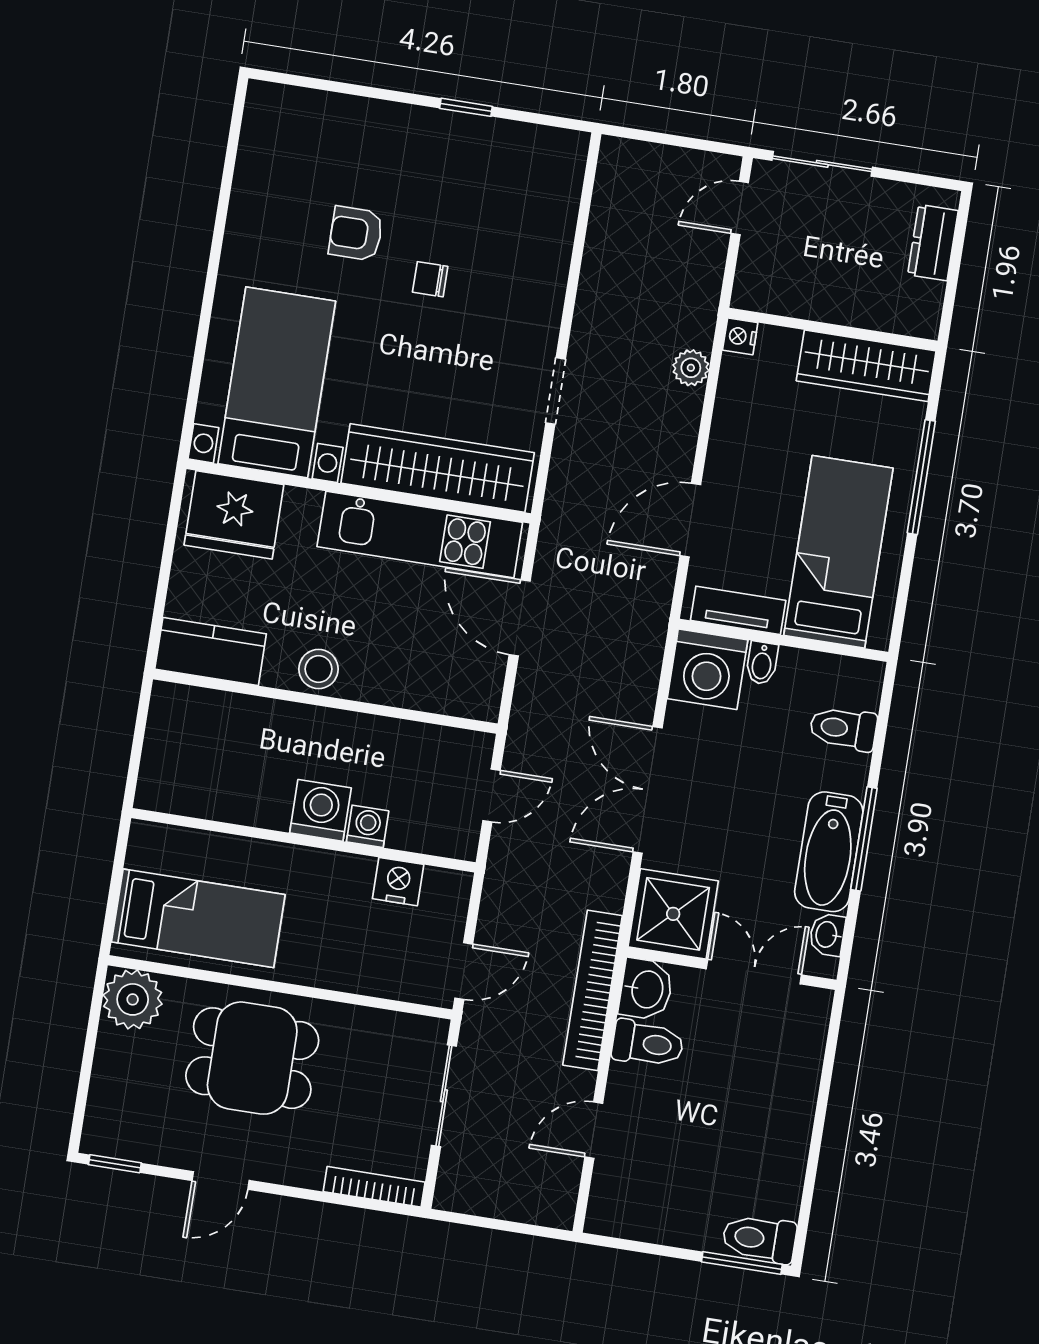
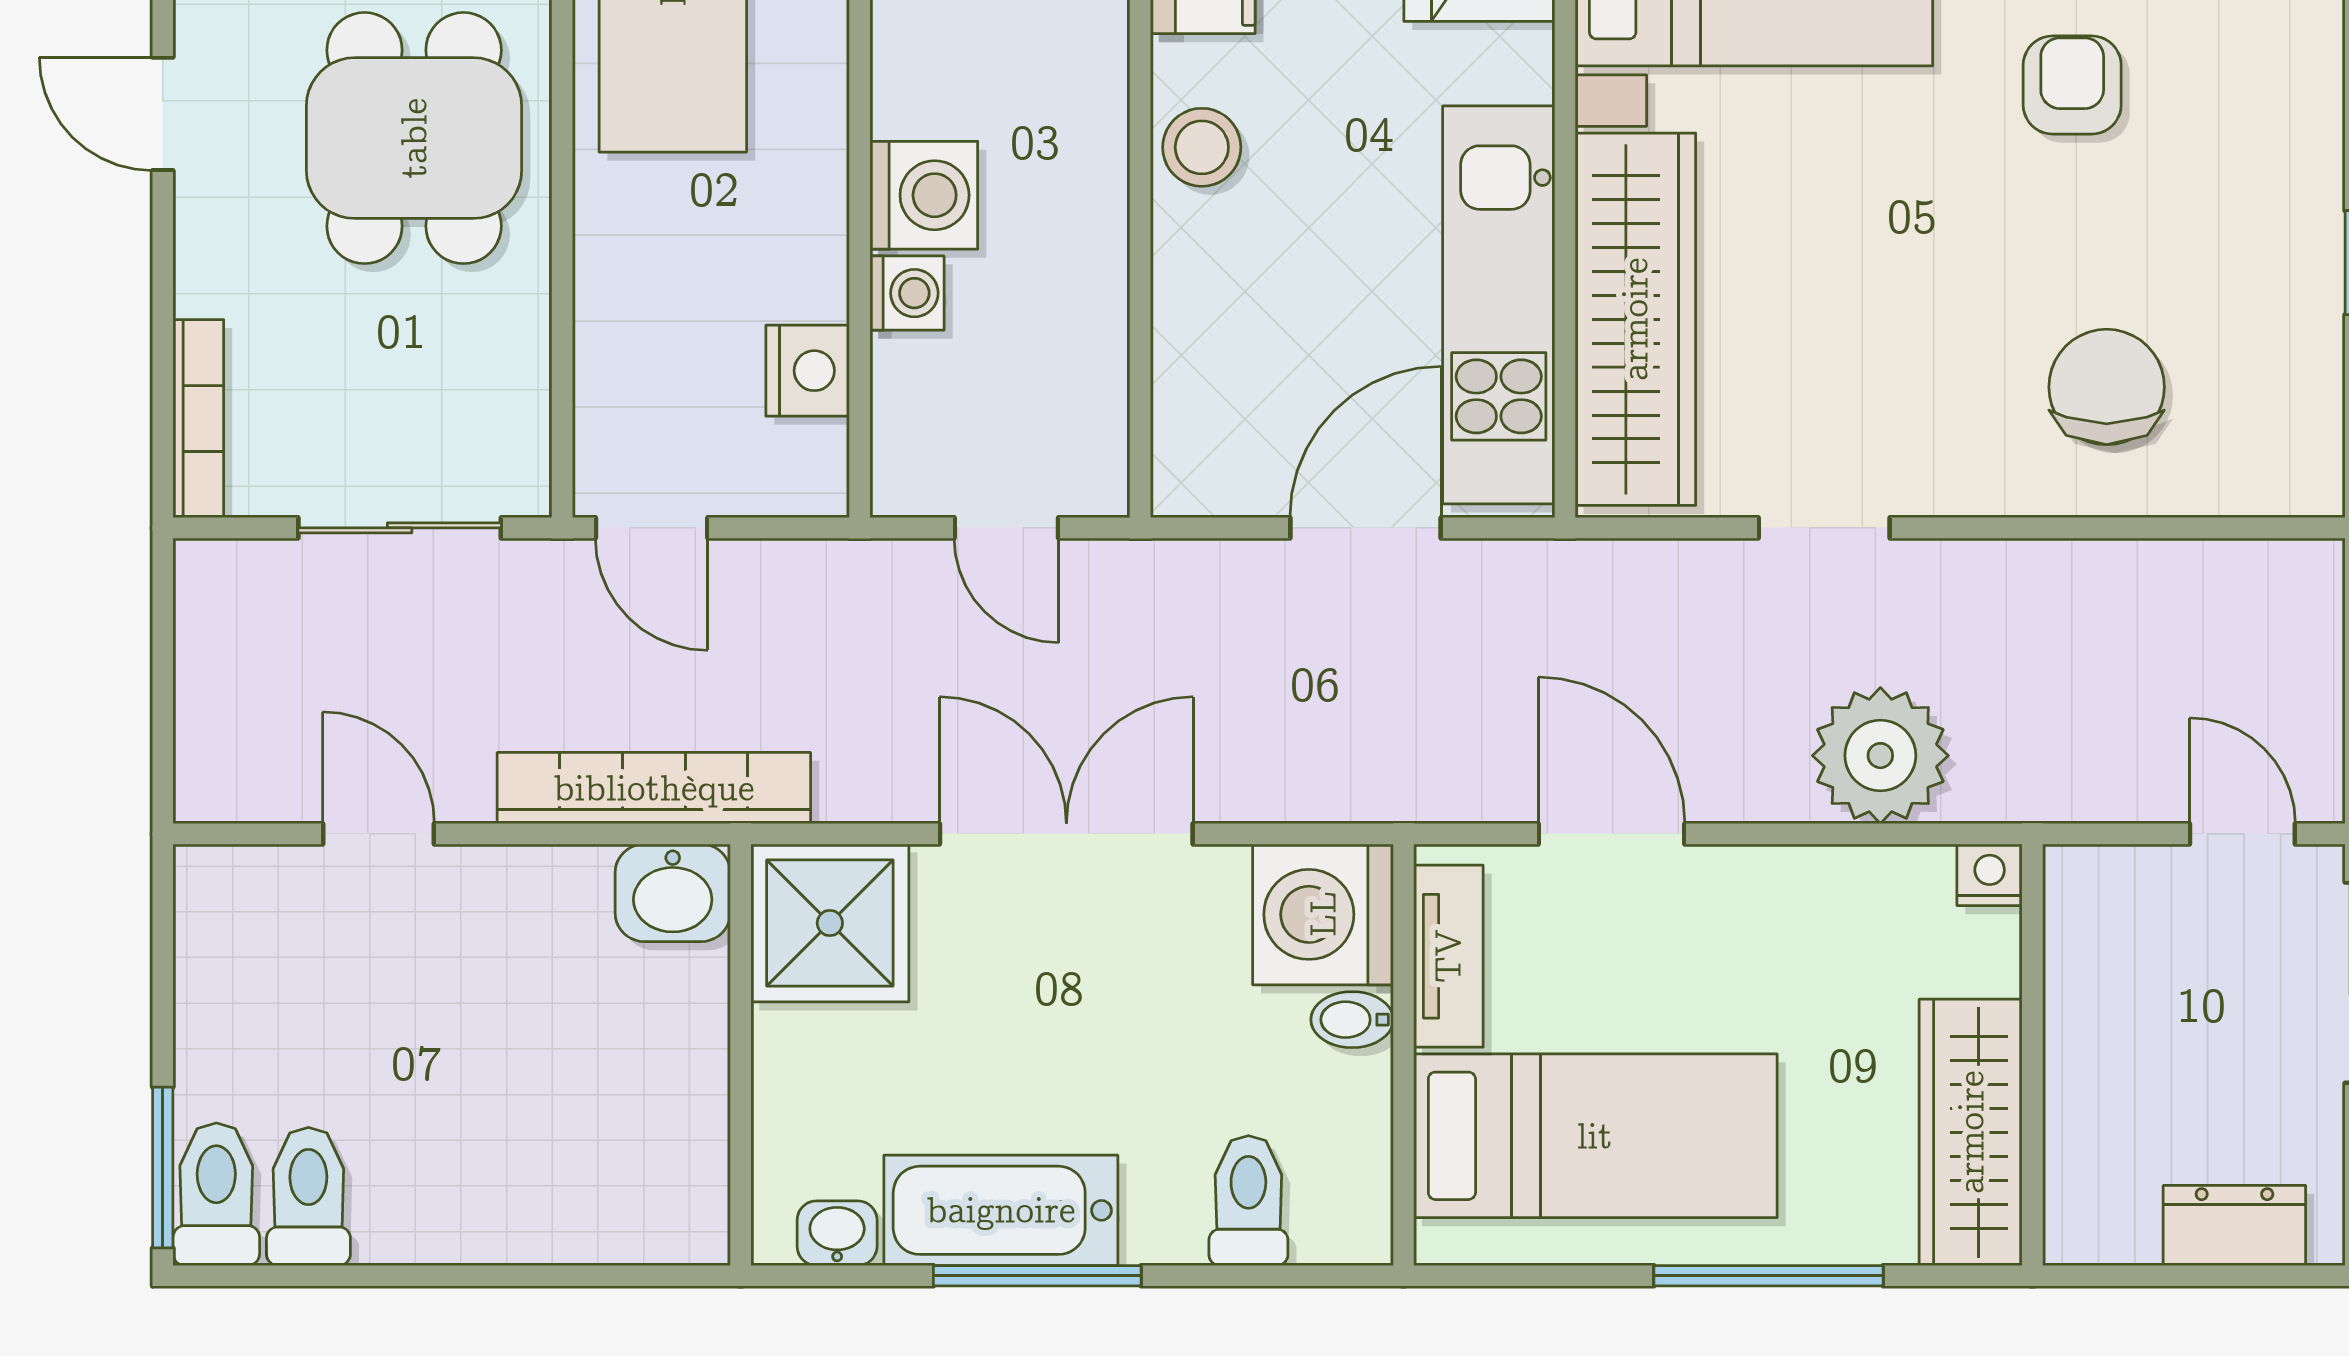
chair: (430, 279) -> (2107, 387), moved, width x1.87, depth x1.87
plant: (691, 368) -> (1880, 756), width x1.88, depth x1.88
double door: (754, 972) -> (741, 1100), removed
toilet: (648, 1044) -> (308, 1196), moved, turned 180

